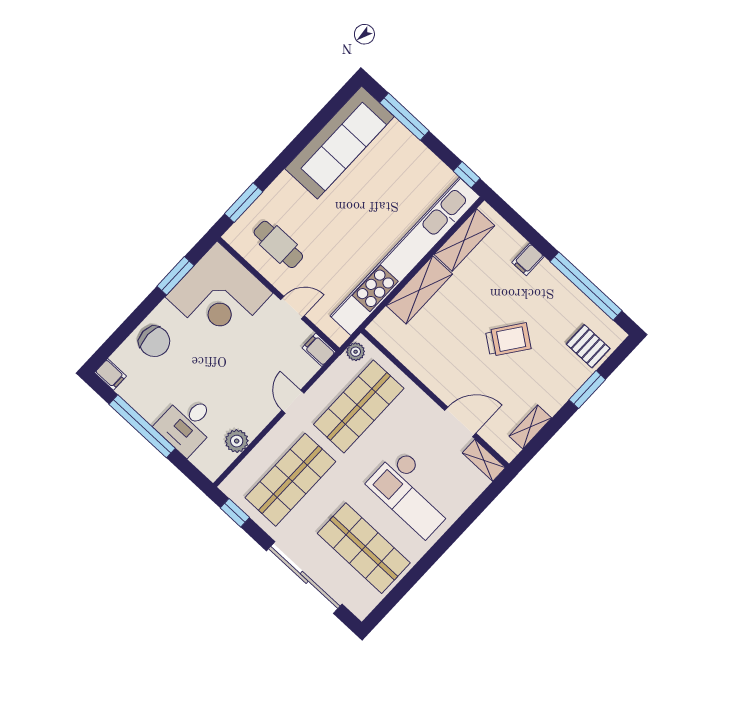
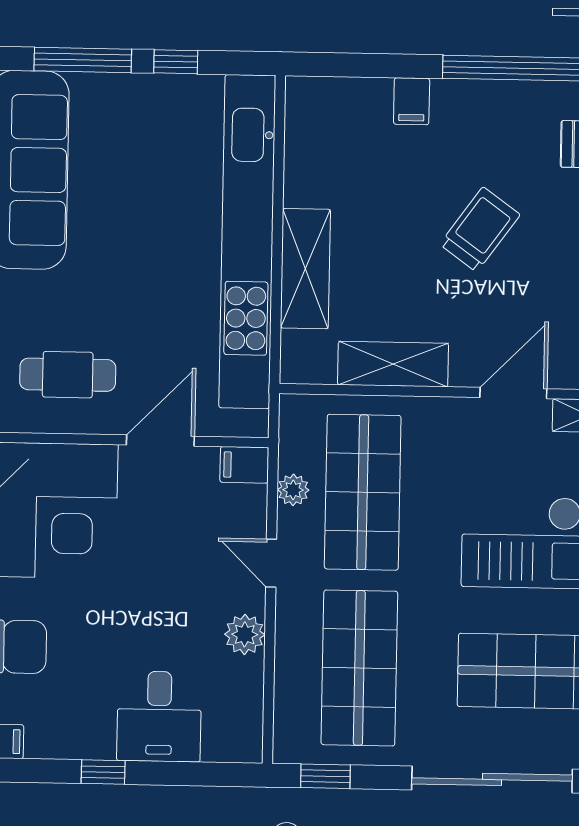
window: (467, 175) -> (176, 62), moved
shelving: (464, 240) -> (393, 364), moved, turned 90
door: (293, 308) -> (160, 441), width x1.38
plant: (356, 352) -> (293, 490), moved
window: (142, 426) -> (103, 772), width x0.32
plant: (237, 441) -> (245, 634), moved

